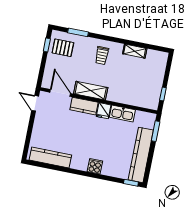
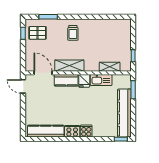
shelving: (135, 51) -> (110, 67), moved
cooker: (79, 163) -> (72, 131), added

